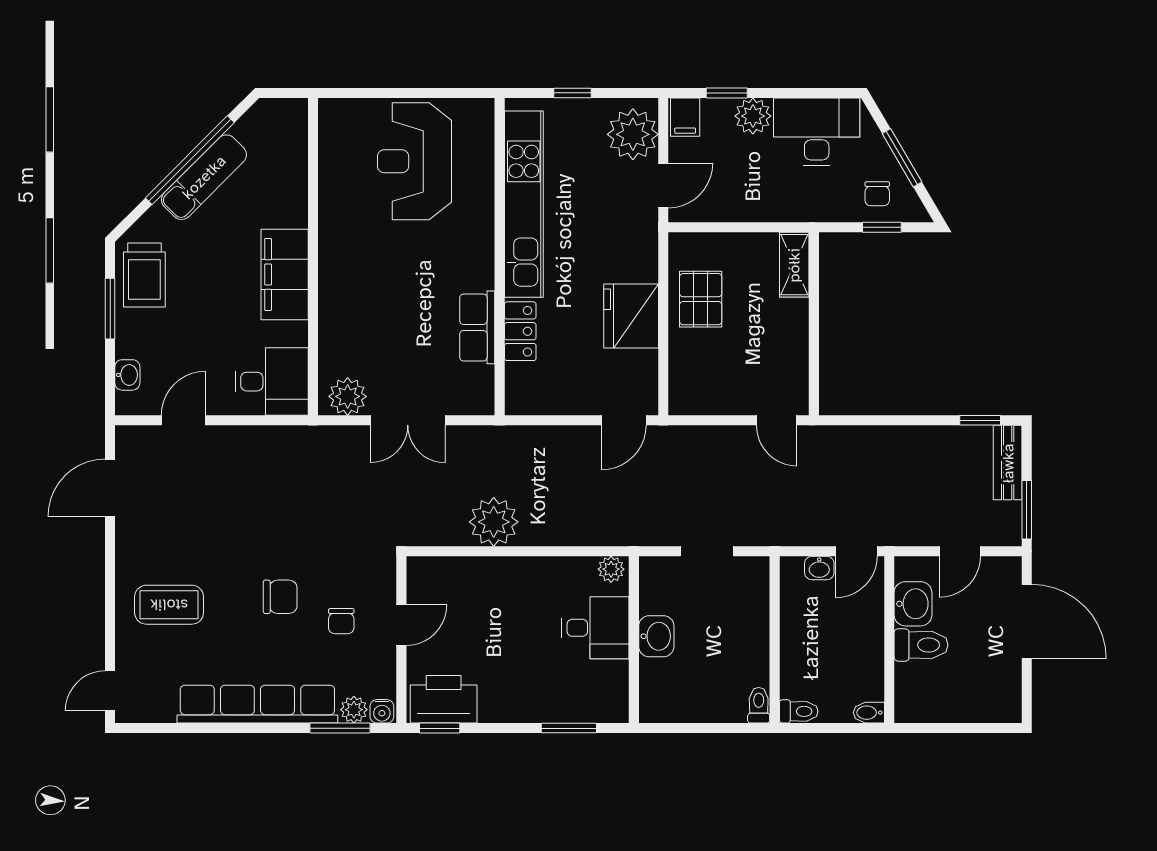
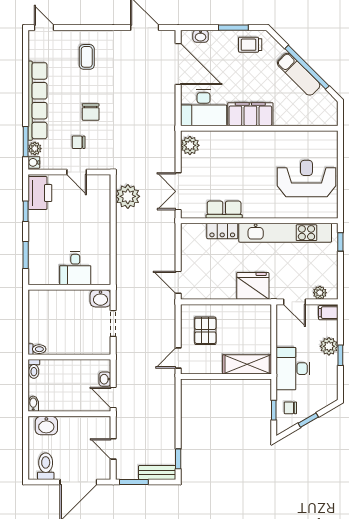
window: (572, 93) -> (340, 242), moved
window: (727, 93) -> (340, 355), moved
desk: (817, 132) -> (293, 369), moved, turned 180
plant: (633, 134) -> (320, 293), width x0.53, depth x0.53
window: (902, 158) -> (308, 420), width x0.67
shelving: (794, 265) -> (247, 364), width x1.50, depth x1.33
trolley: (144, 275) -> (250, 45), width x0.73, depth x0.72
pallet: (701, 299) -> (205, 331), moved, turned 90
fridge: (631, 316) -> (253, 286), moved
desk: (272, 382) -> (204, 108), width x1.37
door: (184, 420) -> (178, 64), width x1.87
double door: (408, 420) -> (178, 191), moved
plant: (494, 522) -> (128, 196), moved
plant: (611, 569) -> (104, 276), removed
washbasin: (913, 604) -> (46, 426), moved
coffee table: (169, 605) -> (87, 57), width x0.73, depth x0.77
washbasin: (656, 636) -> (100, 298), moved
toilet: (921, 645) -> (46, 466), moved, turned 180
window: (440, 728) -> (26, 211), moved

